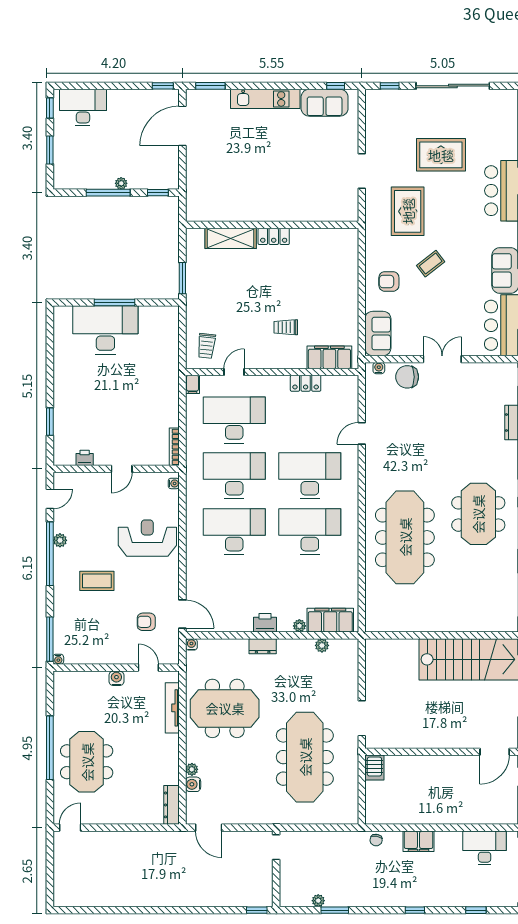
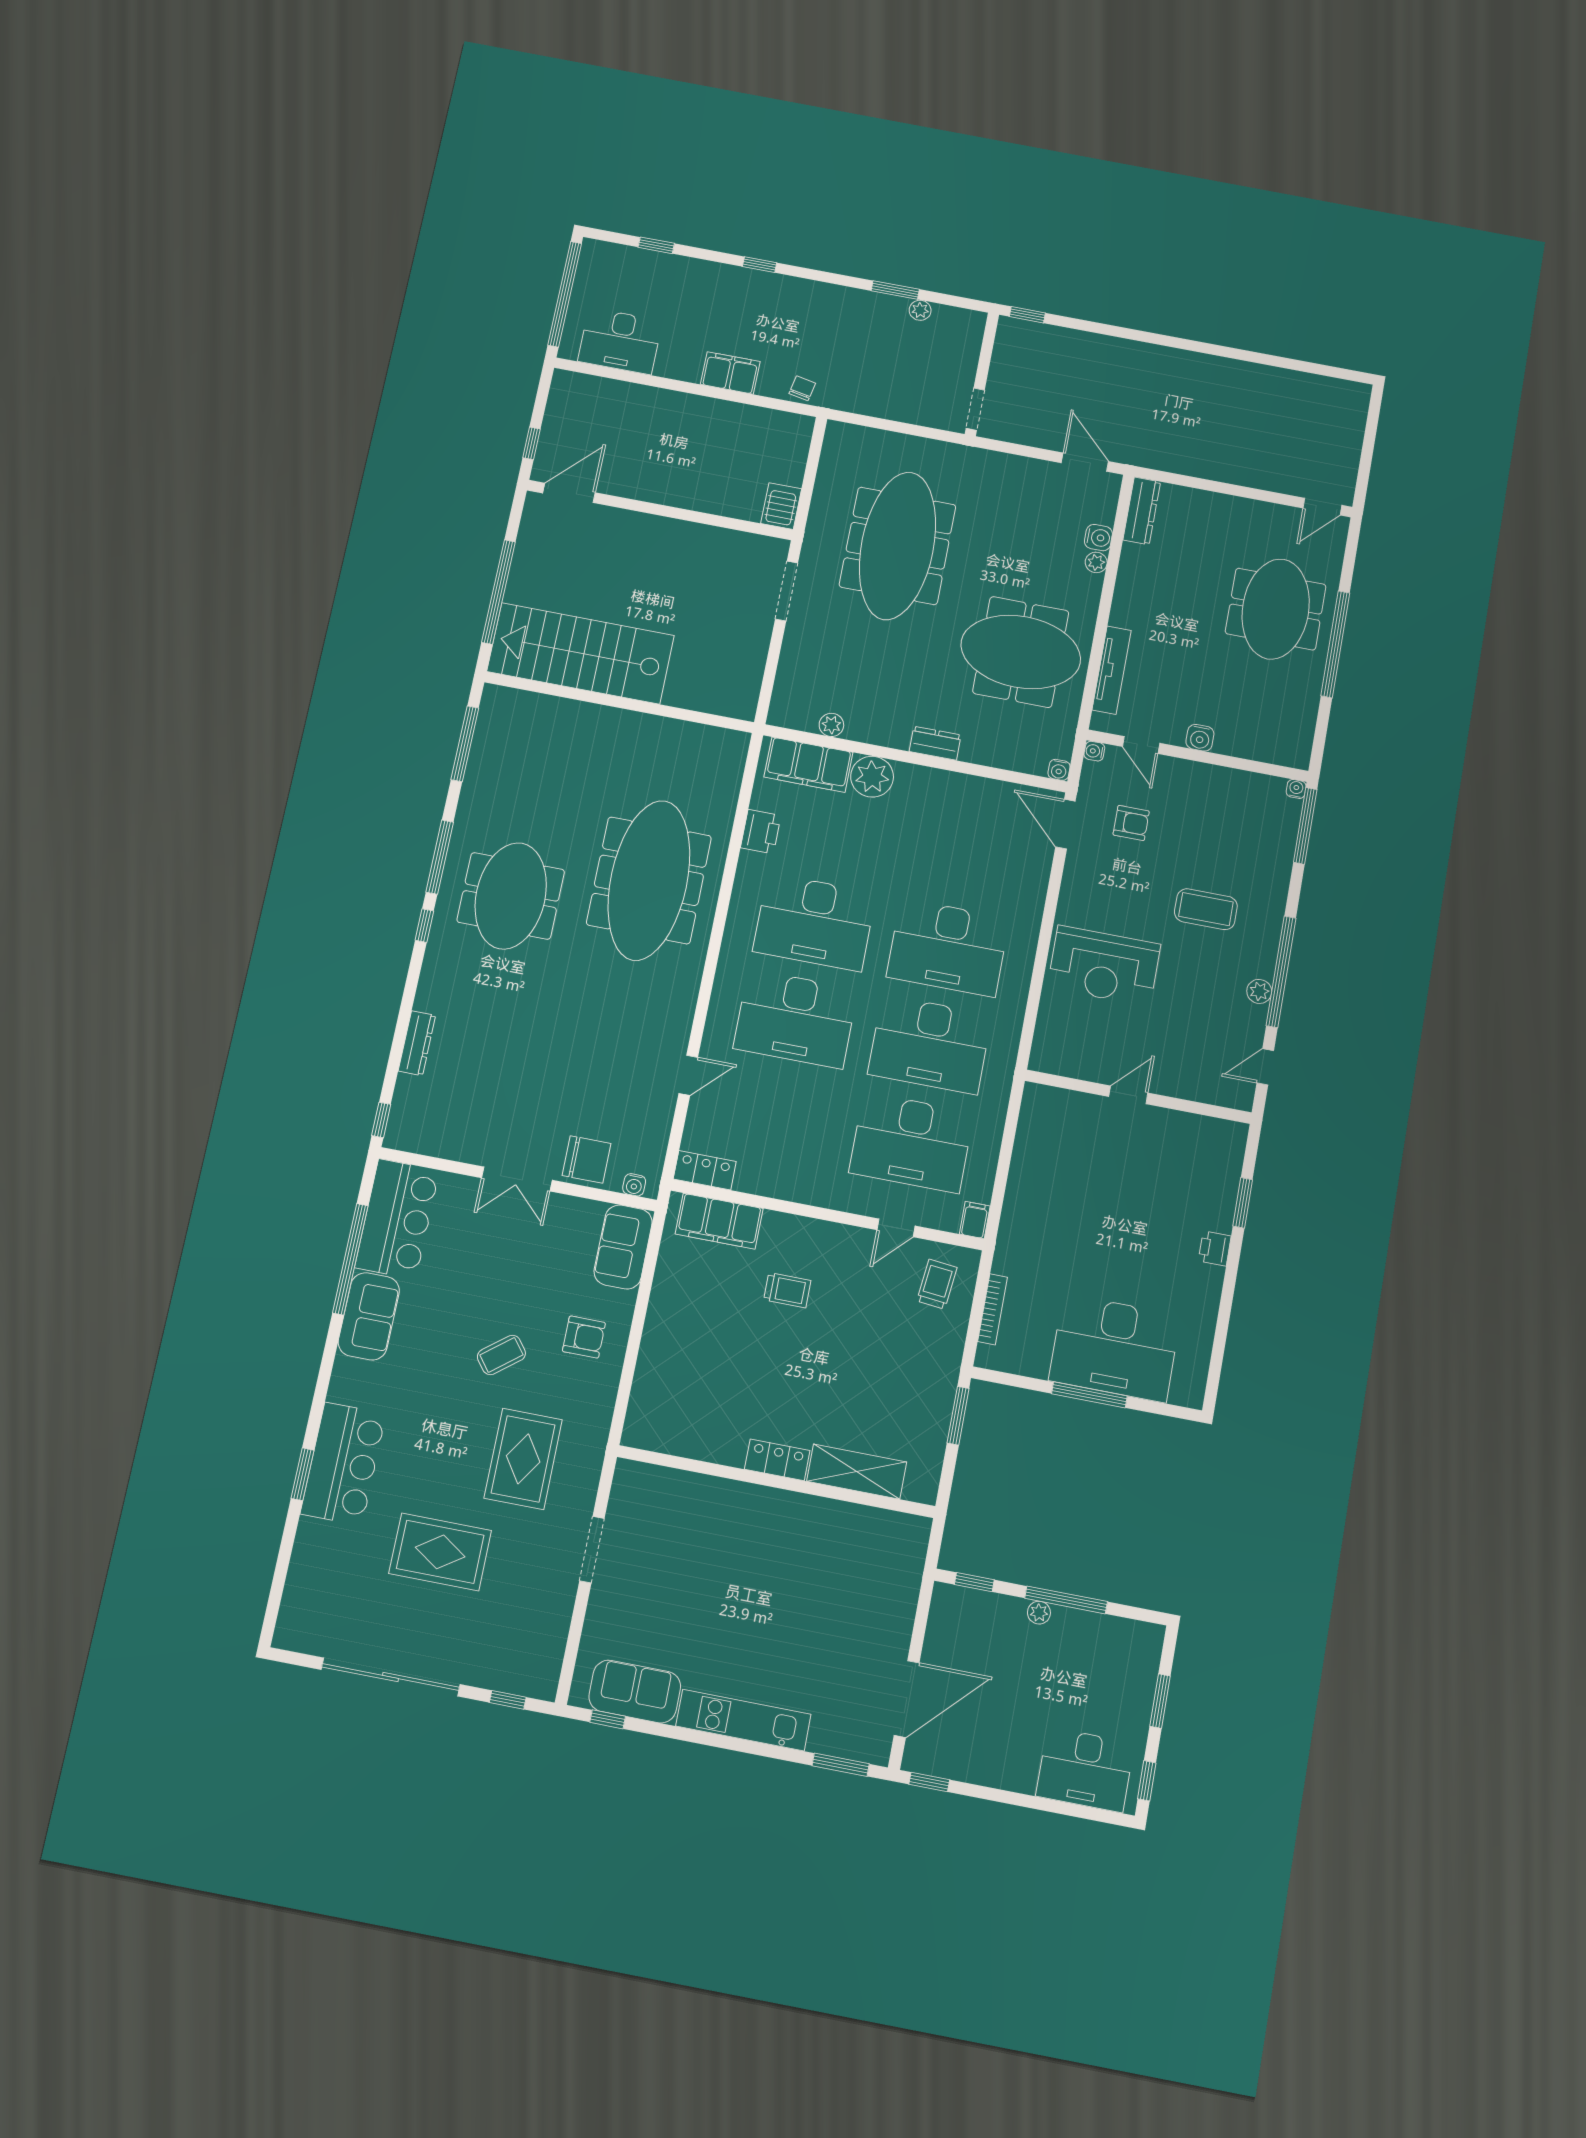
locker: (306, 383) -> (705, 1170), moved
bookcase: (174, 447) -> (992, 1309), moved
printer: (85, 458) -> (1215, 1248), moved, turned 90
water cooler: (174, 483) -> (1094, 751), moved
printer: (265, 623) -> (761, 832), moved, turned -90
plant: (299, 626) -> (872, 777), width x1.88, depth x1.88

